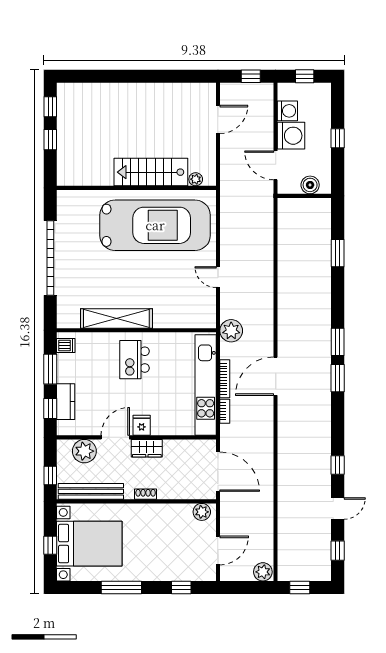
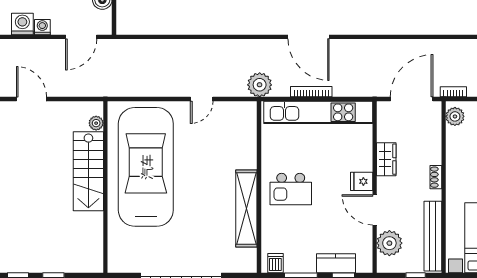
washing machine: (291, 136) -> (42, 27), width x0.53, depth x0.53
bookcase: (225, 411) -> (453, 92), moved
wardrobe: (147, 448) -> (386, 159), moved

